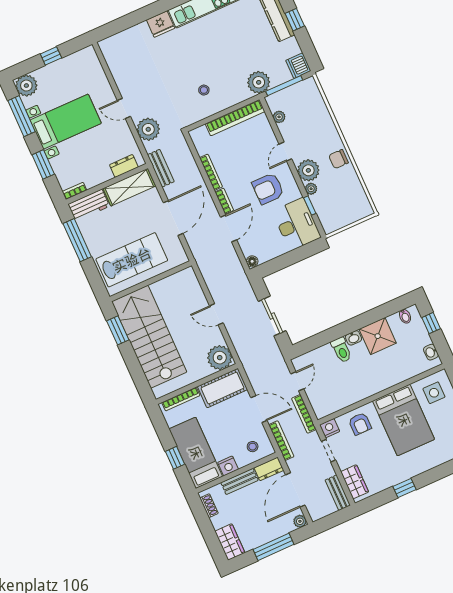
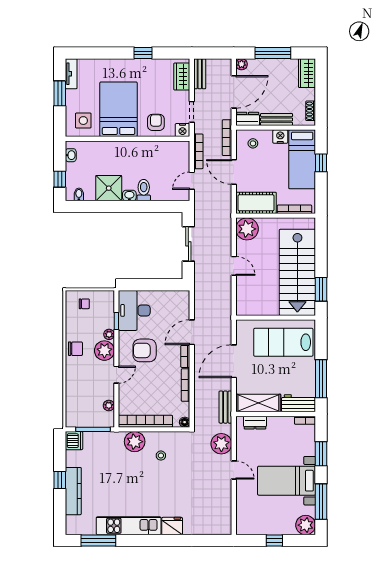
plant: (259, 82) -> (135, 442), moved
armchair: (268, 189) -> (145, 350), turned 180
chair: (350, 208) -> (84, 304), added
floor lamp: (252, 261) -> (185, 422), moved

